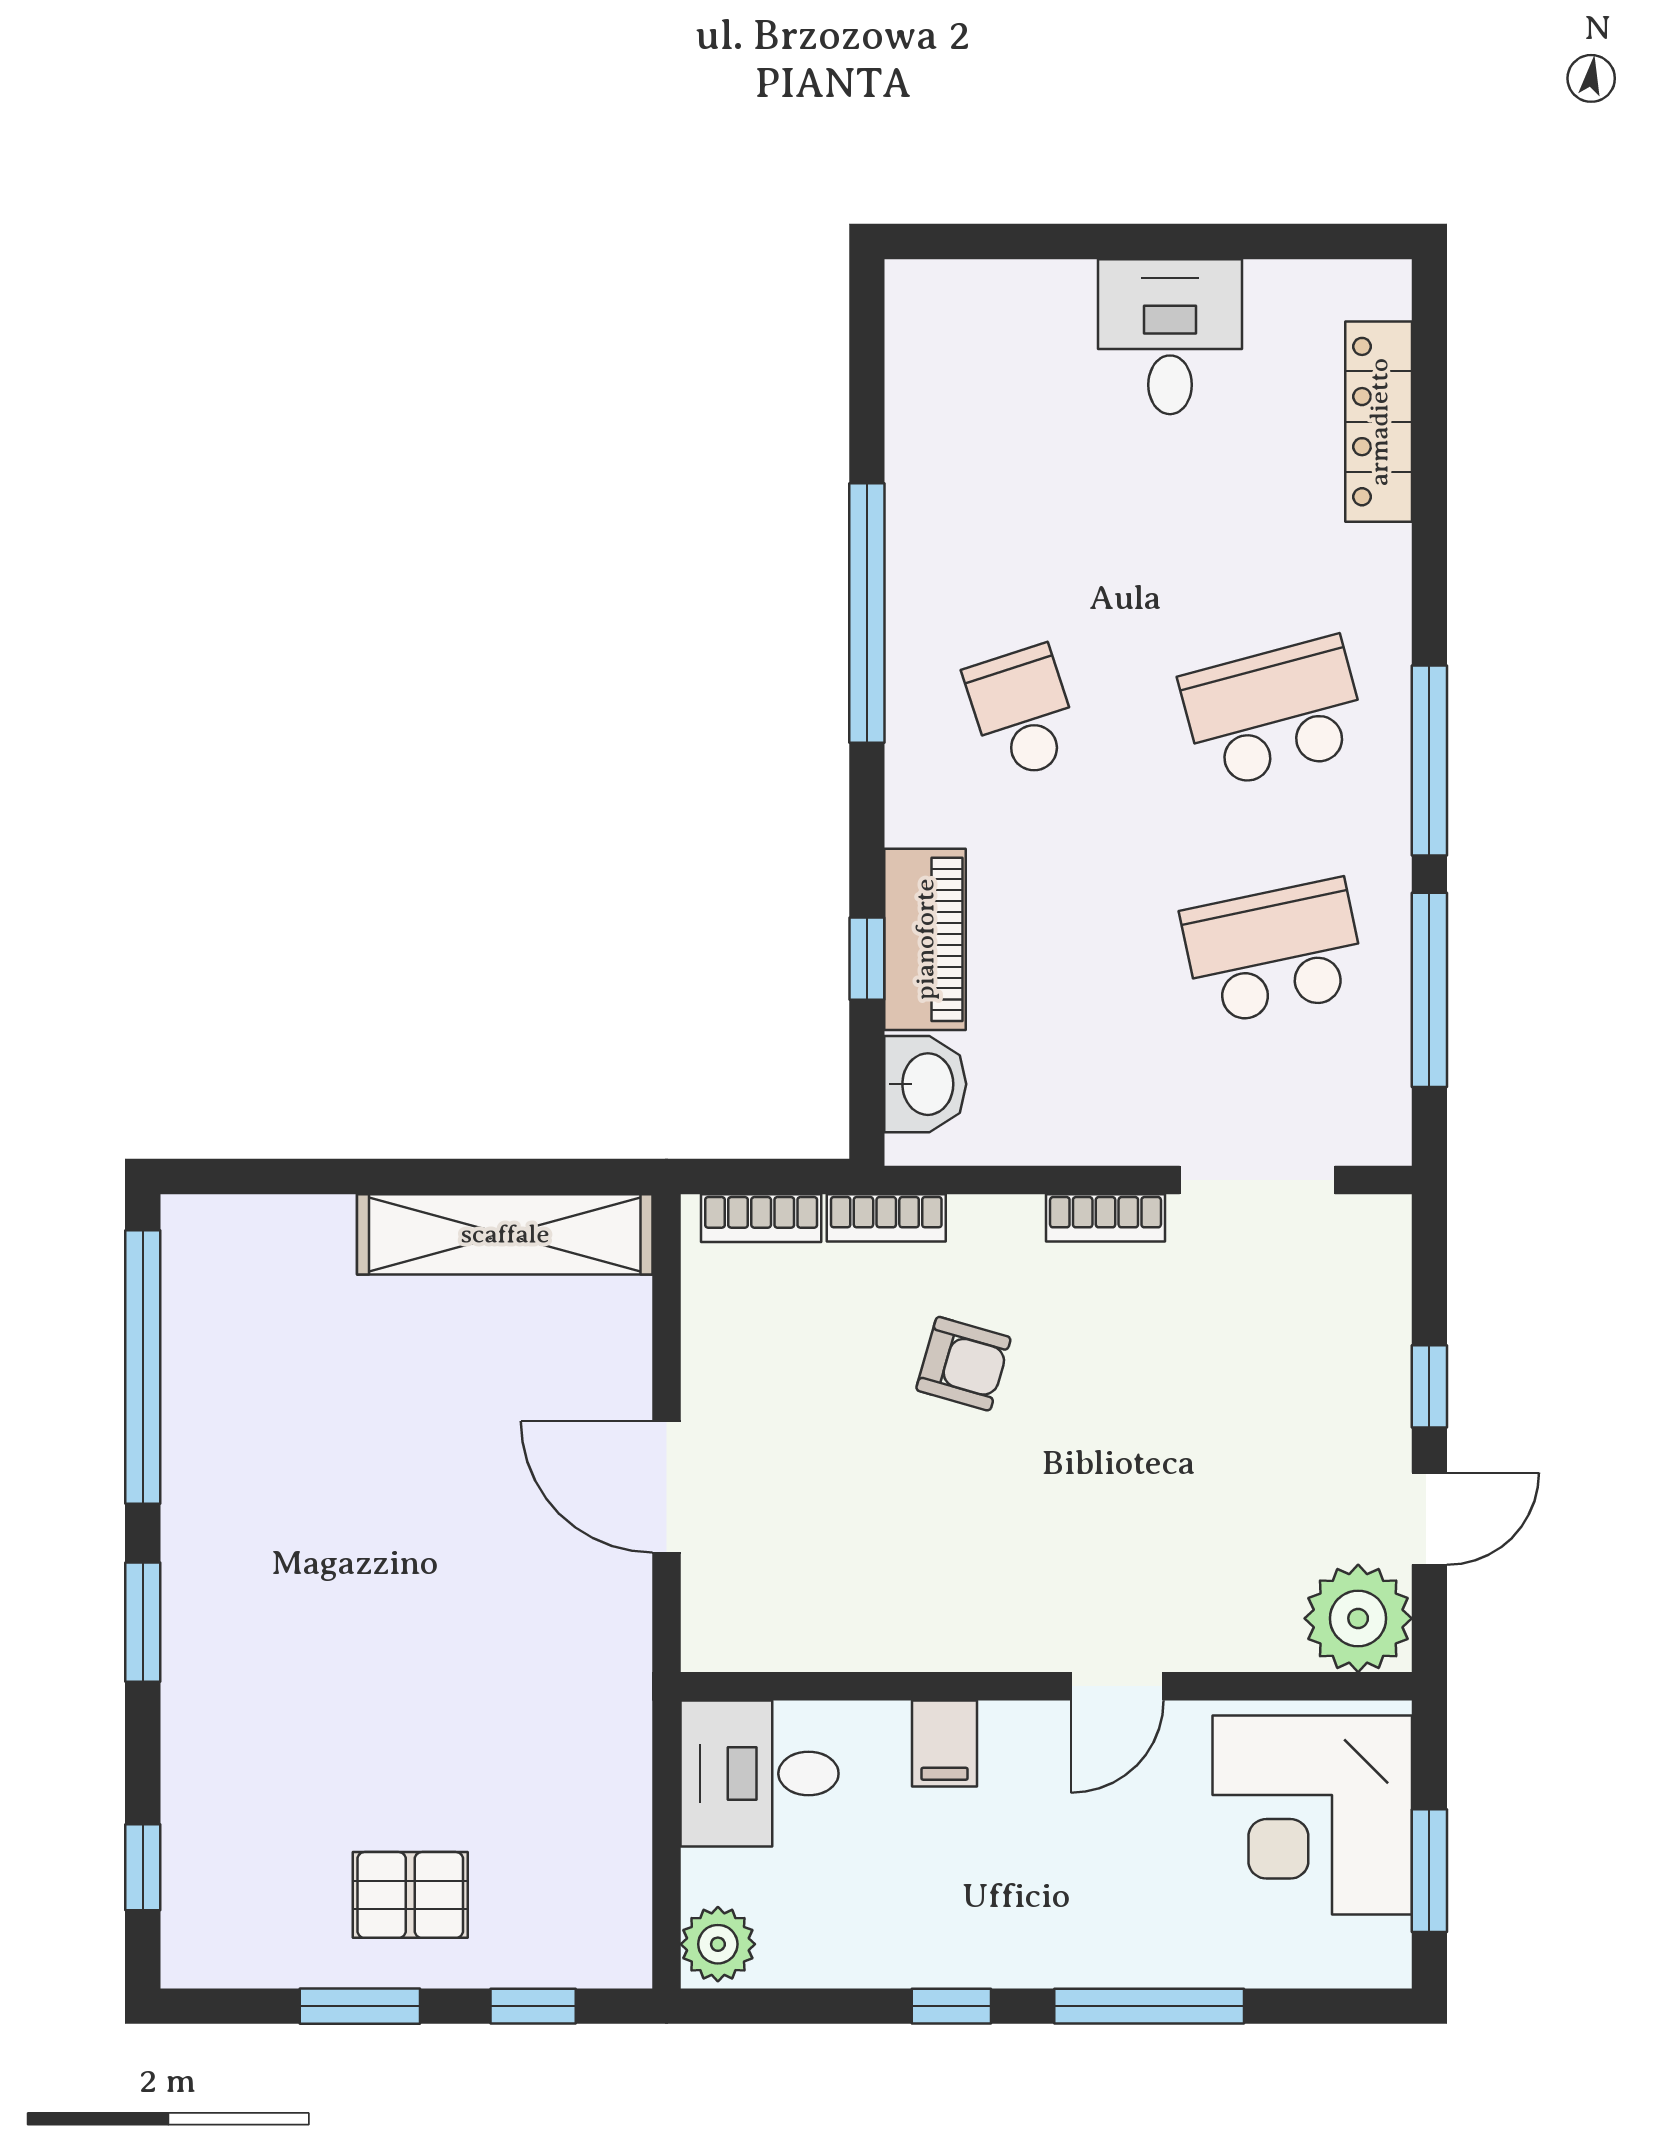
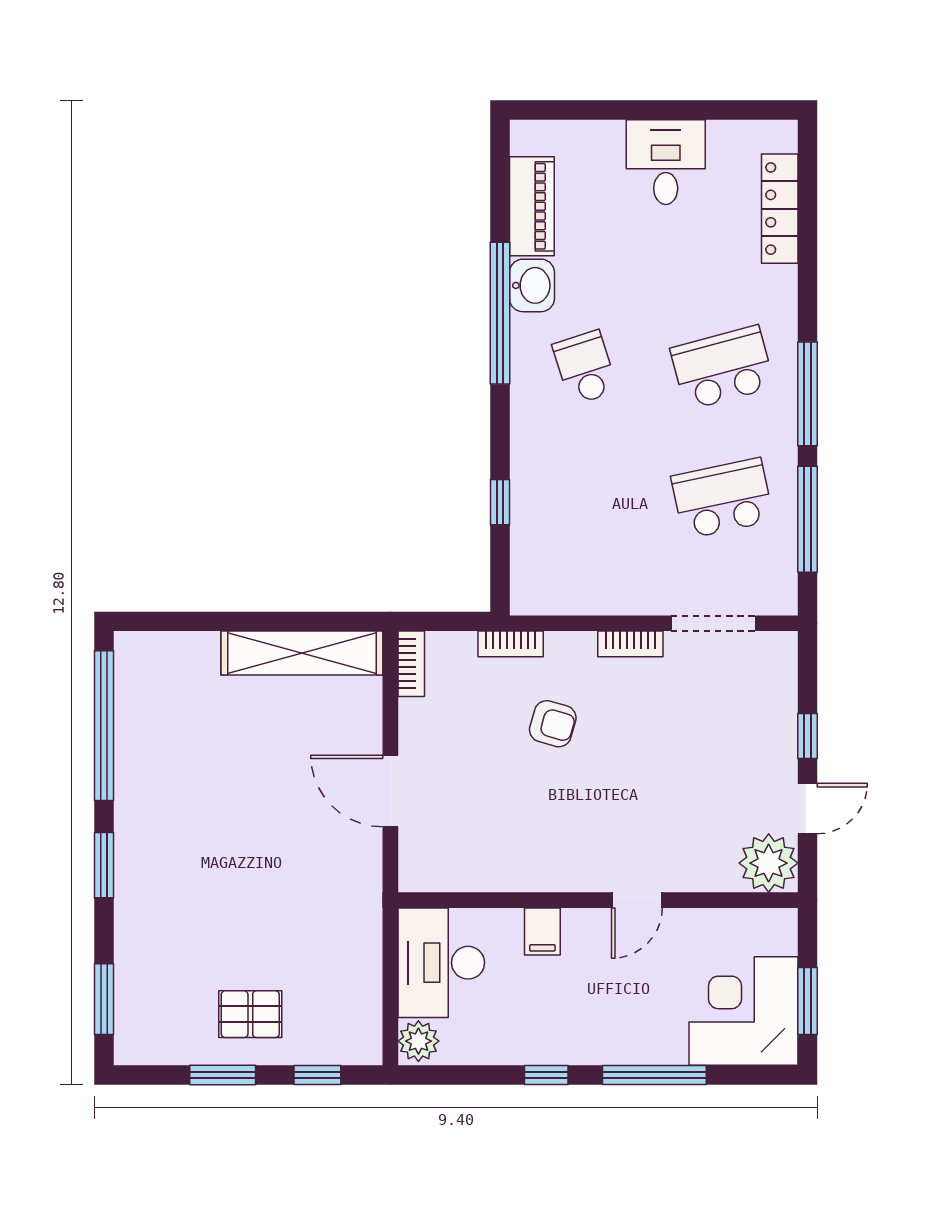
piano: (925, 939) -> (532, 206), moved
washbasin: (925, 1084) -> (532, 285), moved
bookcase: (761, 1218) -> (411, 664), moved, turned -90
desk: (760, 1774) -> (441, 963), width x1.37
corner desk: (1312, 1815) -> (743, 1011), moved, turned 90
window: (143, 1867) -> (104, 999), width x1.50

